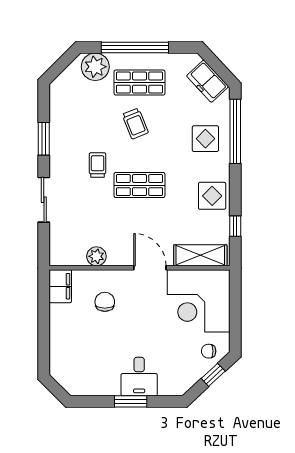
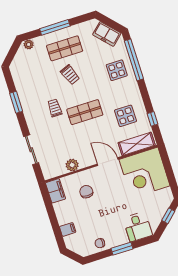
window: (135, 47) -> (55, 27), width x0.68
plant: (95, 67) -> (29, 44), width x0.53, depth x0.53
display table: (212, 196) -> (126, 116), moved
sliding door: (44, 200) -> (31, 150), moved
filing cabinet: (60, 348) -> (68, 229), added
chair: (209, 351) -> (100, 243), moved
desk: (139, 377) -> (138, 227), moved

